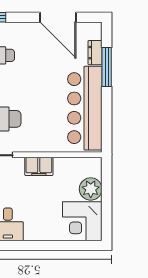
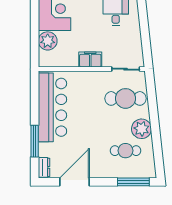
door: (58, 17) -> (75, 182), hinge flipped
dresser: (95, 53) -> (44, 167), moved

